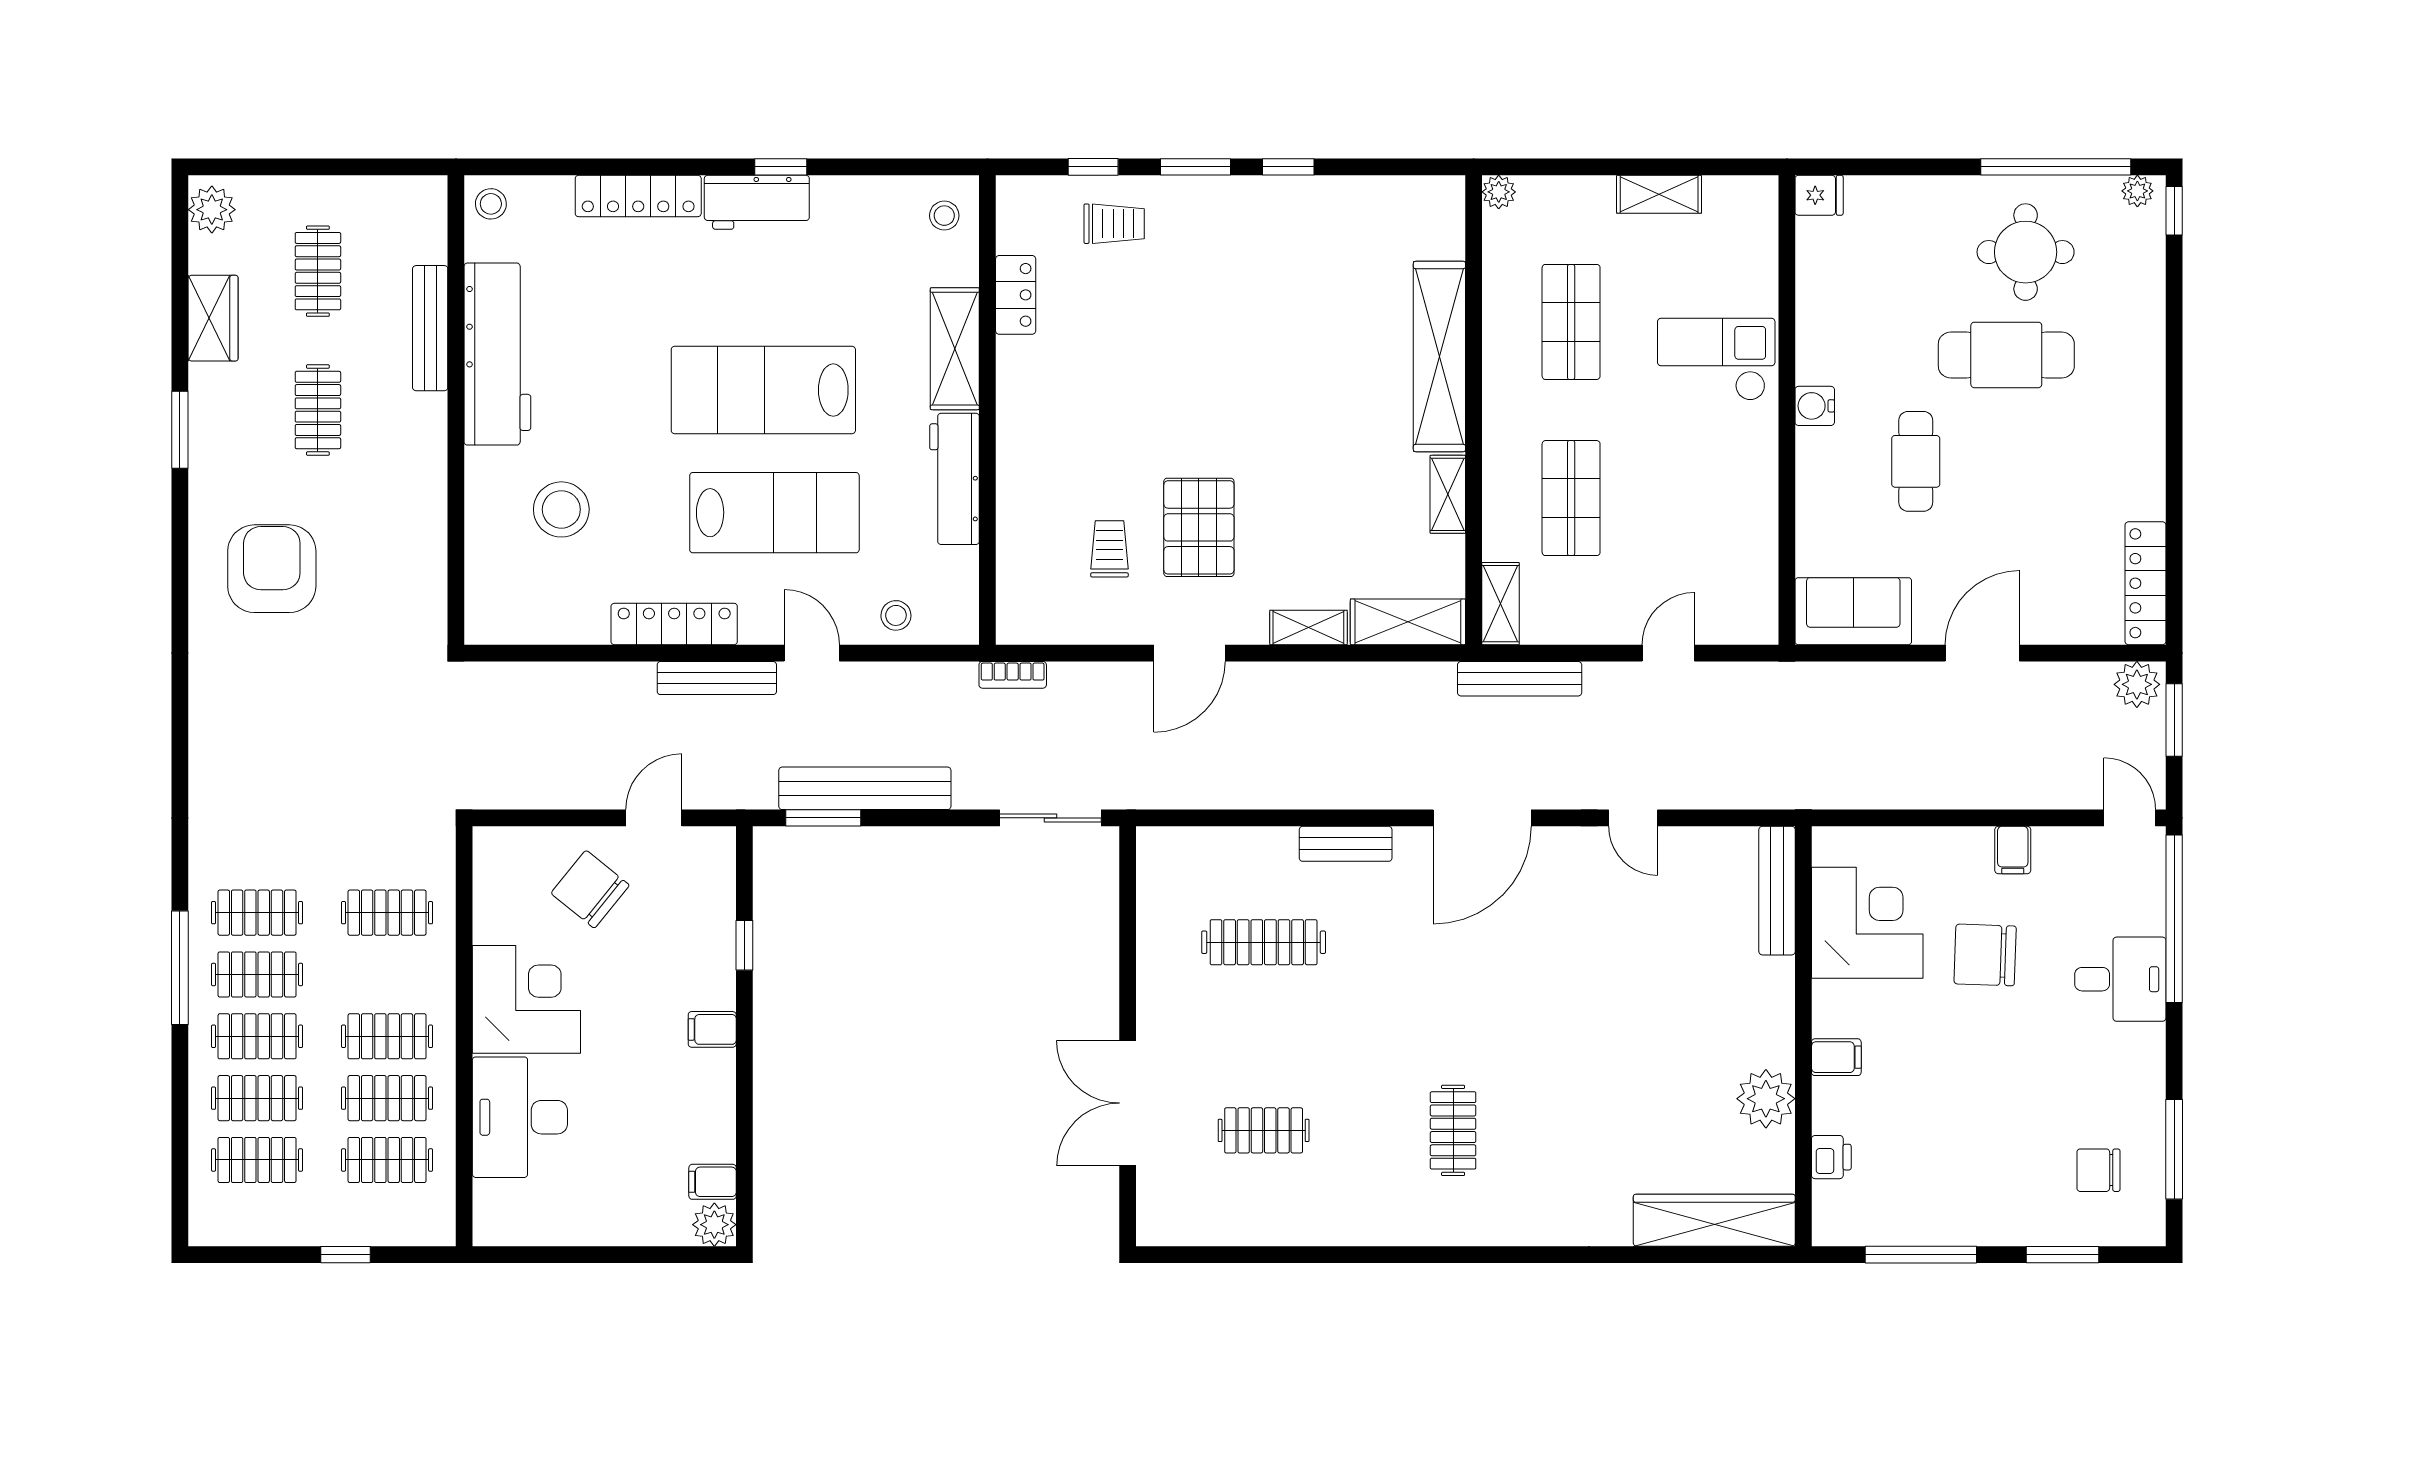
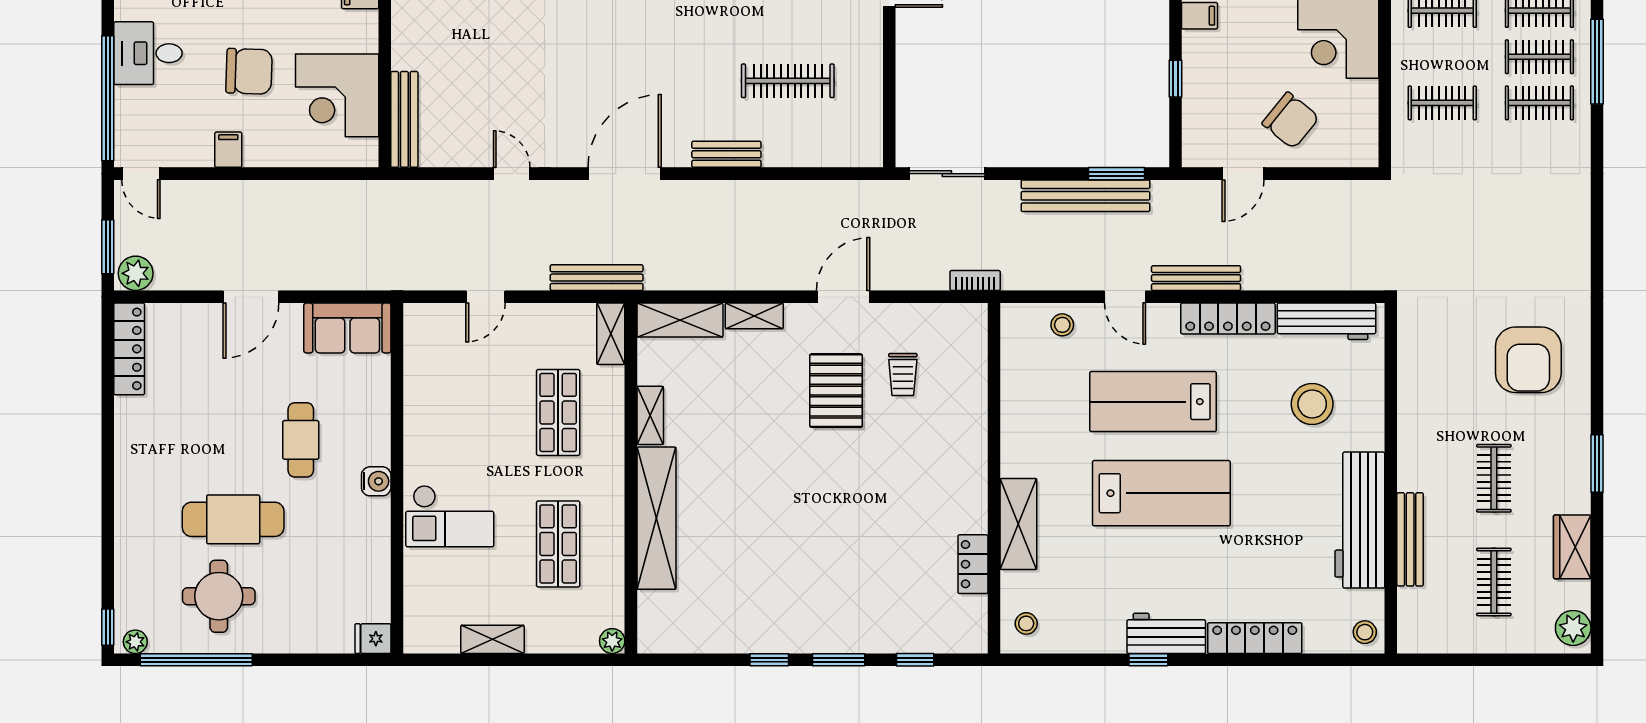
trolley: (1114, 224) -> (899, 617), removed
workbench: (955, 479) -> (1327, 321), moved, turned 90

